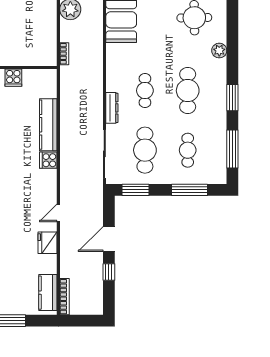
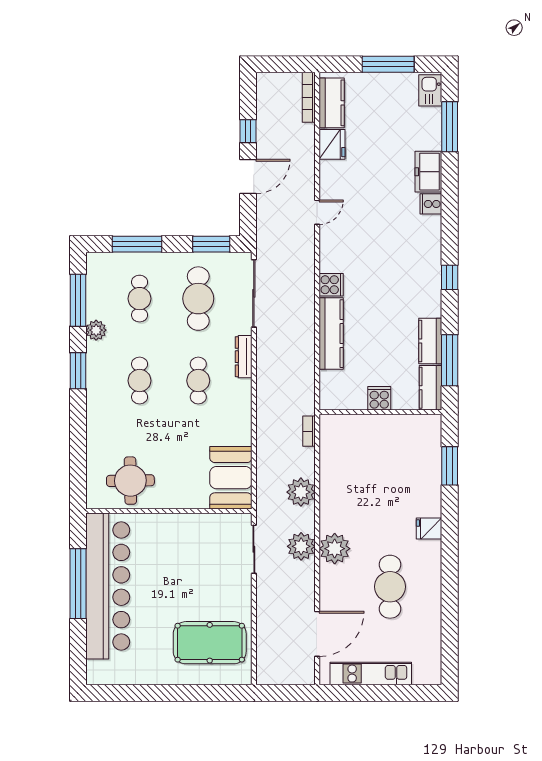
plant: (219, 51) -> (96, 330), moved
cafe table: (188, 91) -> (140, 381), width x0.73, depth x0.74
fridge: (48, 243) -> (332, 144), moved

